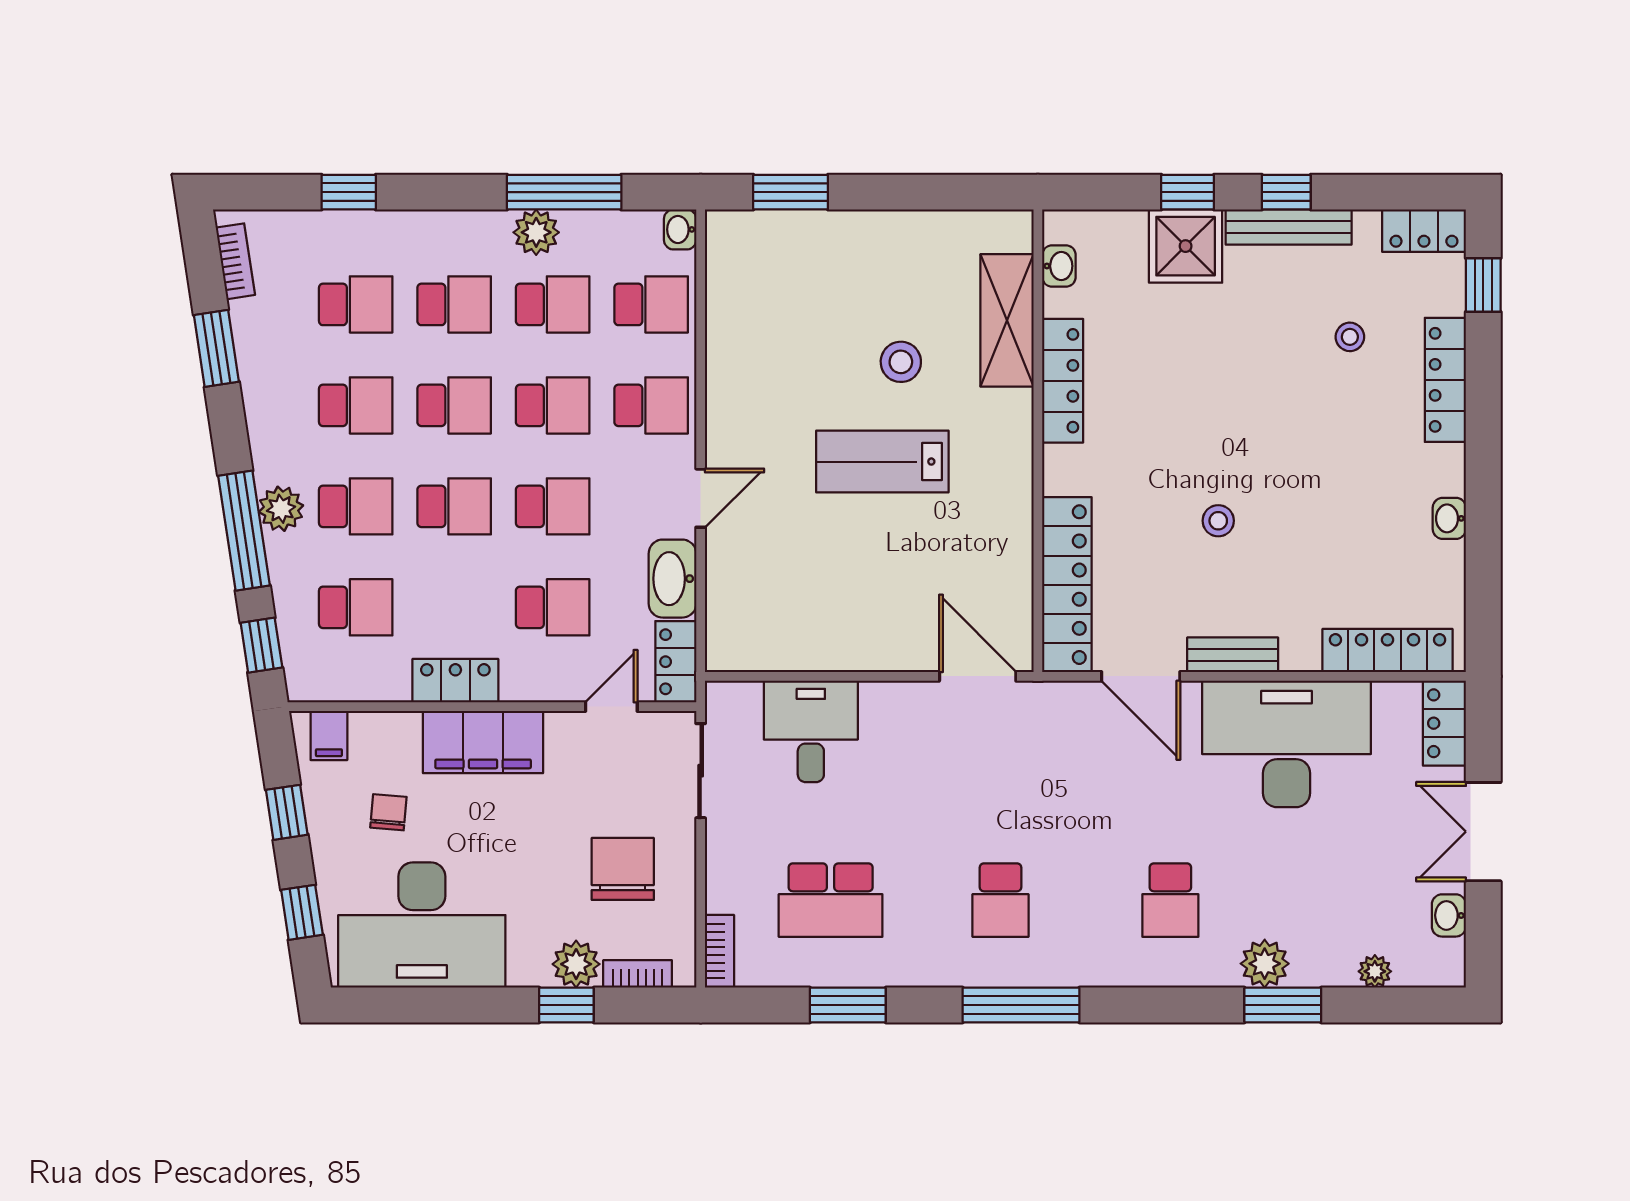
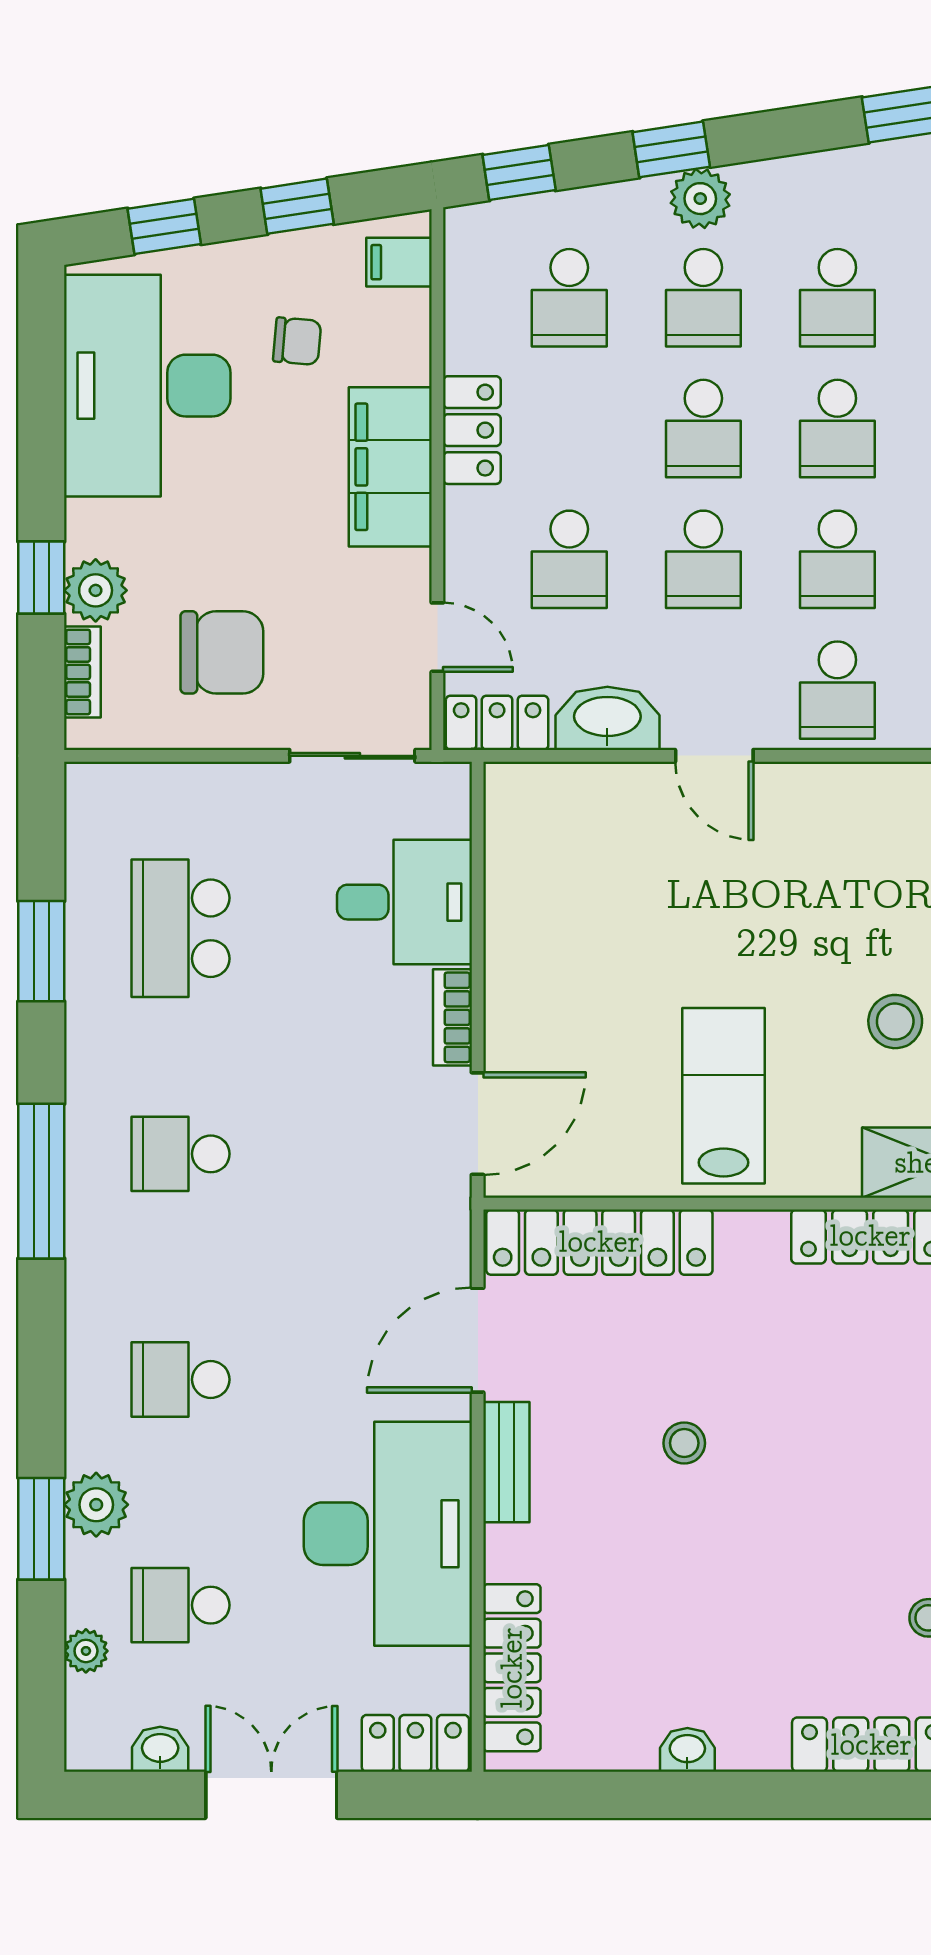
lab bench: (882, 462) -> (723, 1096), moved
window: (244, 531) -> (671, 149), width x0.46
school desk: (1340, 900) -> (181, 1605), added
bookcase: (720, 951) -> (453, 1017), moved, turned 90

